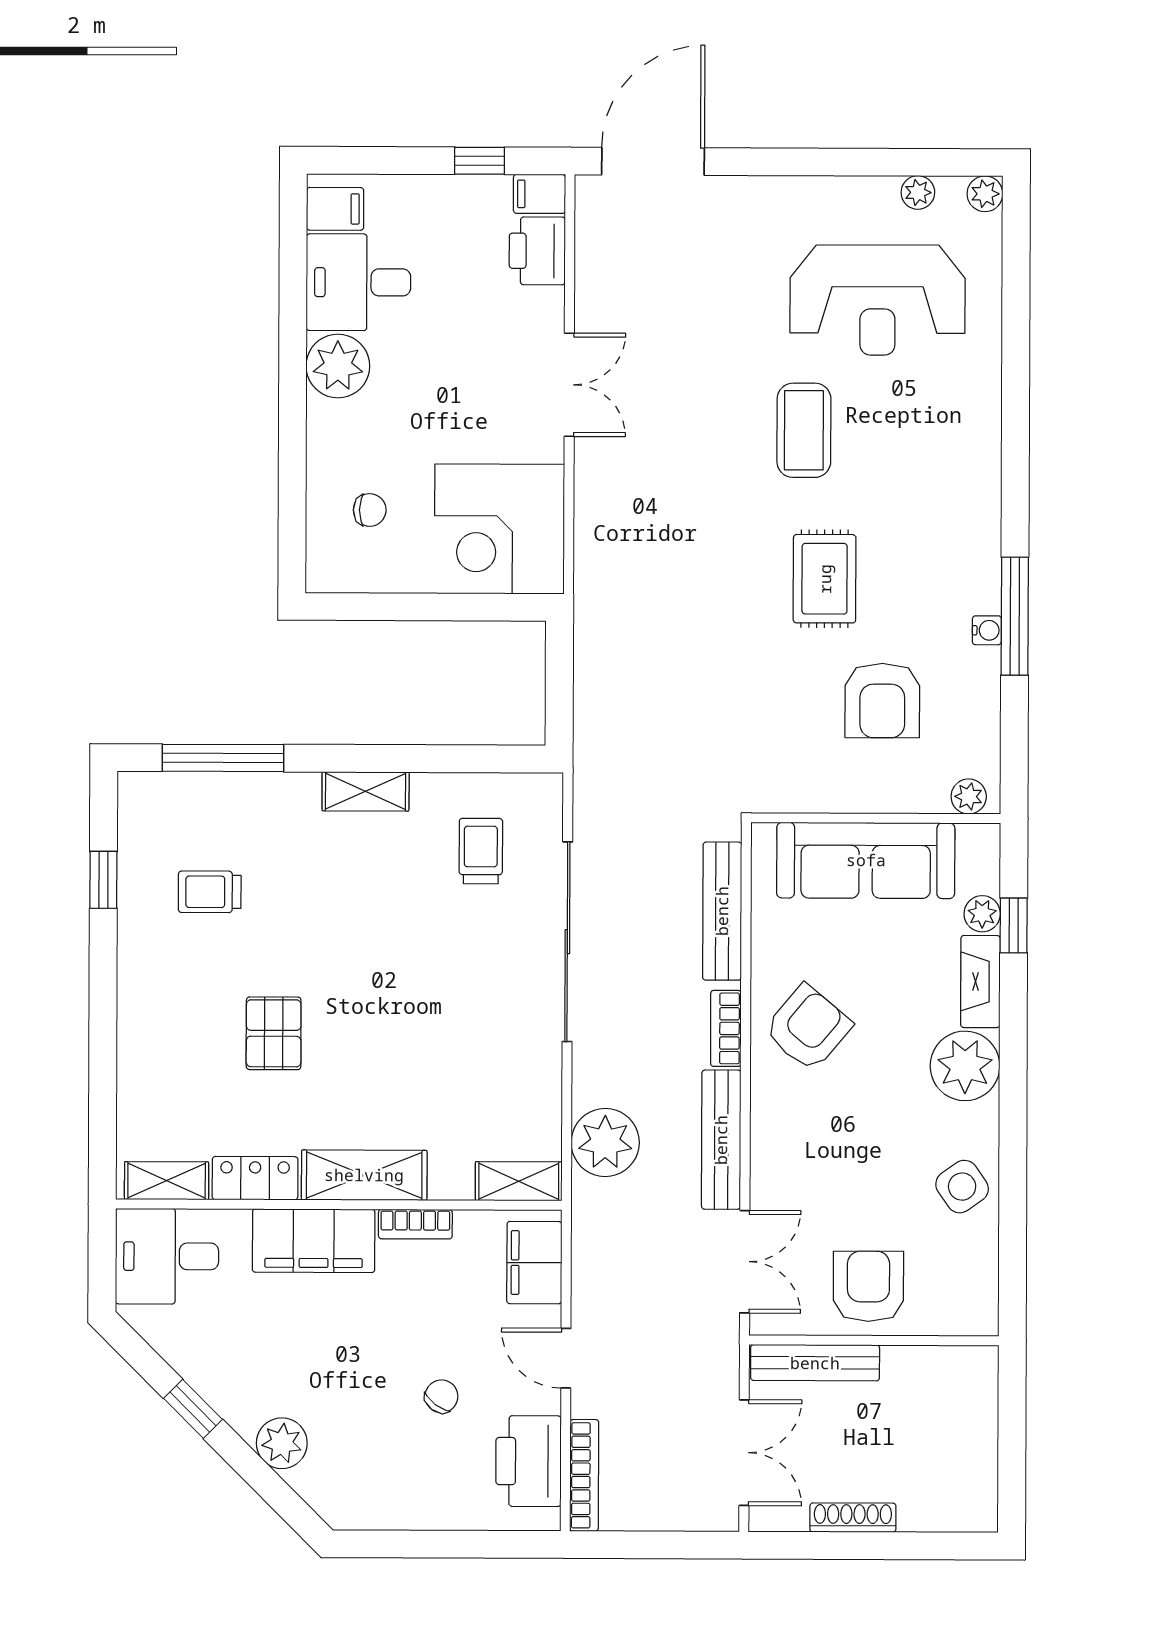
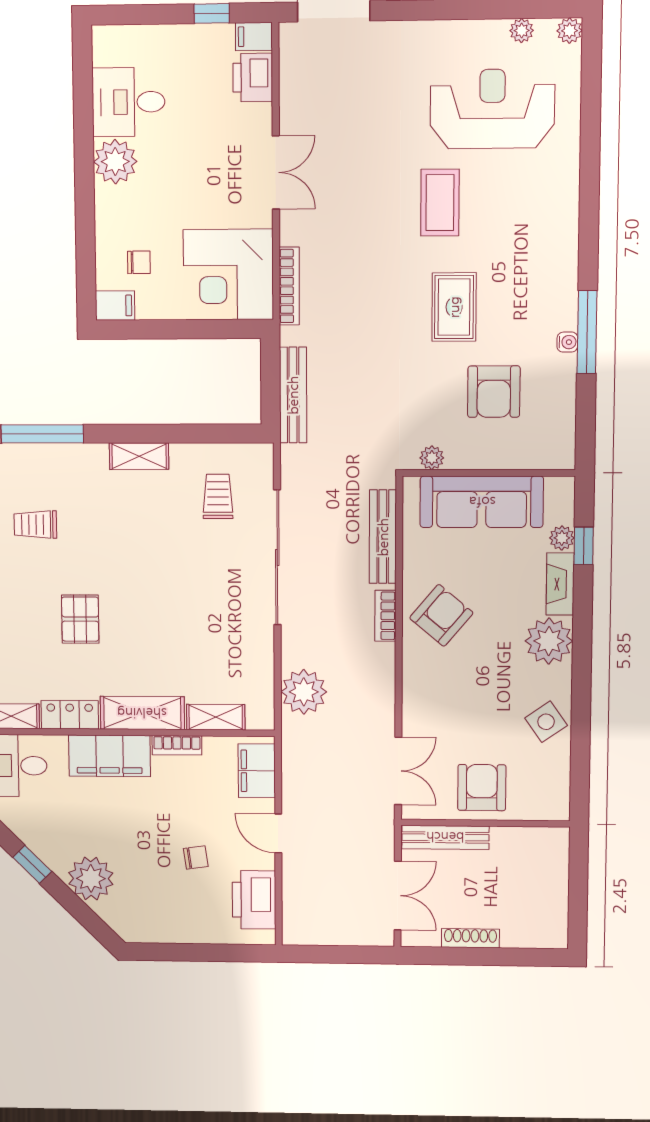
filing cabinet: (335, 209) -> (115, 306), moved
reception desk: (878, 300) -> (492, 109), turned 180
plant: (969, 796) -> (432, 458), moved
bench: (721, 1140) -> (293, 395), moved
shelving: (519, 1181) -> (216, 717), moved
chair: (441, 1396) -> (196, 858), turned 45
plant: (282, 1443) -> (91, 878), width x1.36, depth x1.36
bookcase: (584, 1475) -> (289, 286), moved

